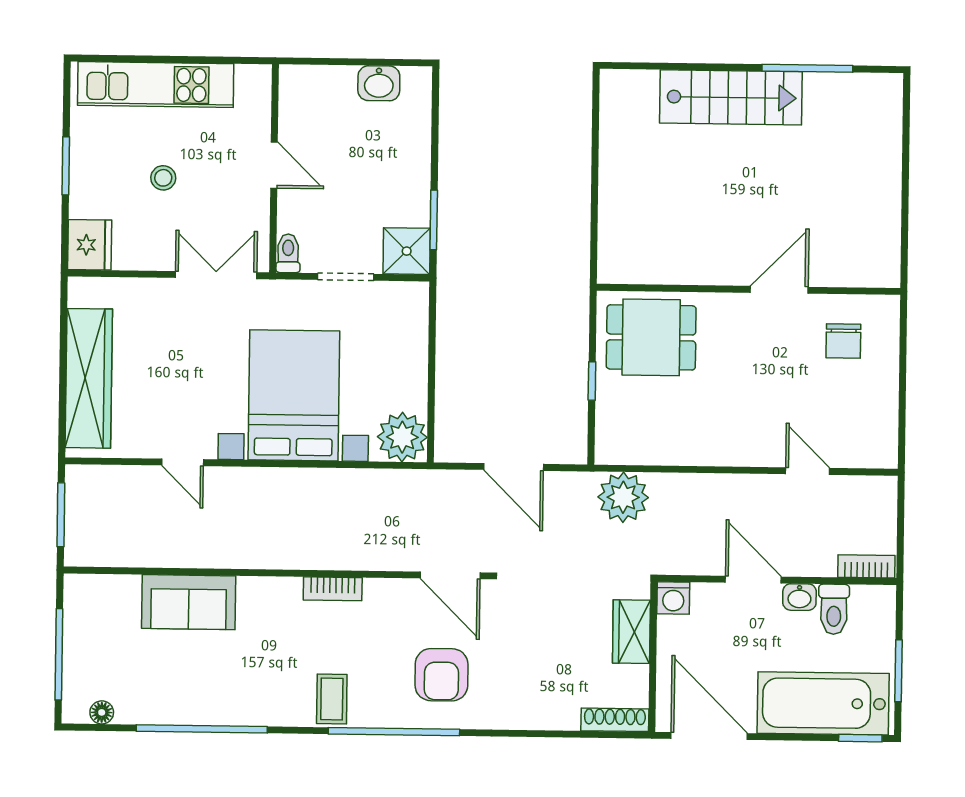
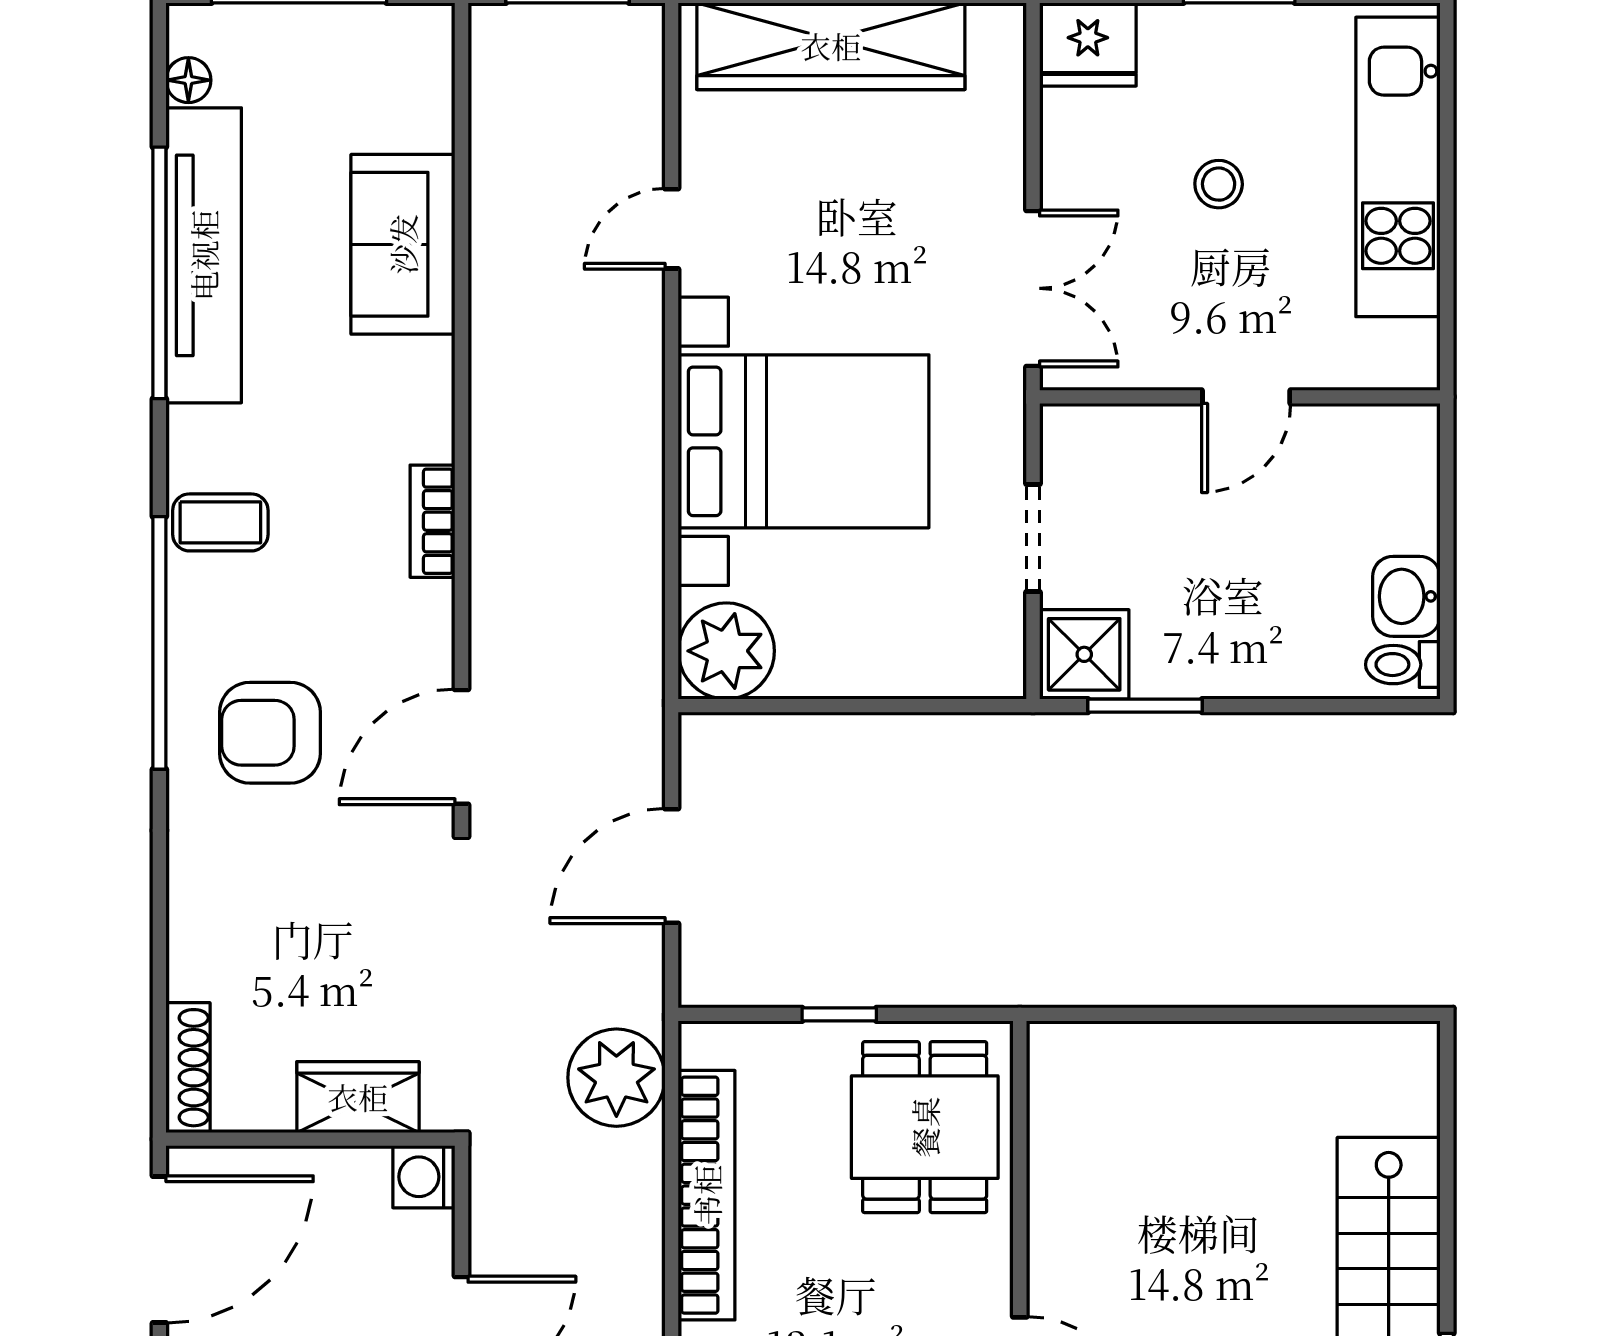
toilet: (288, 253) -> (1403, 665), moved, turned 180
bookcase: (685, 451) -> (707, 1195), added
tv unit: (193, 706) -> (204, 255), added

